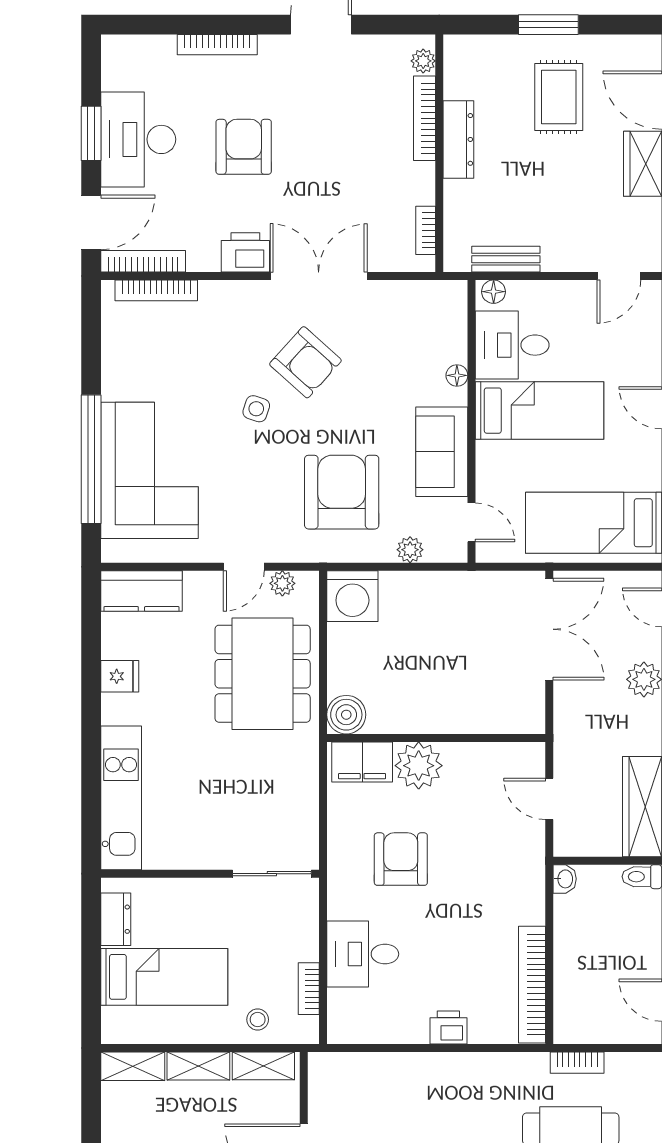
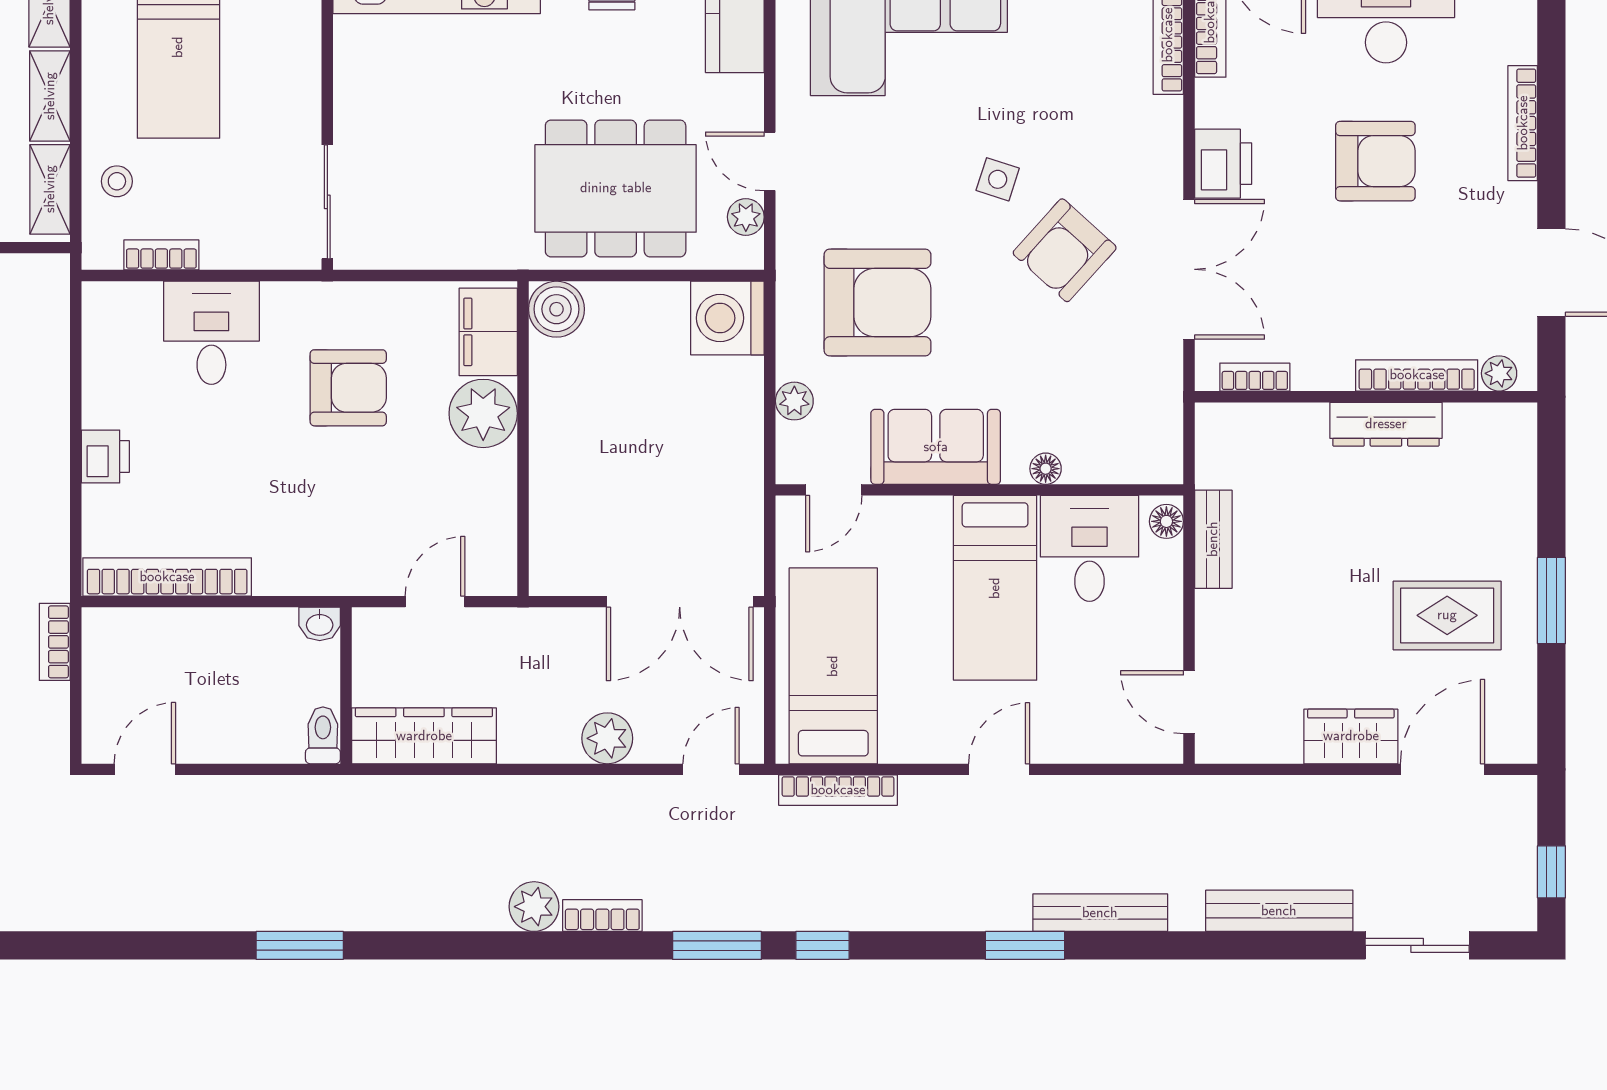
plant: (423, 61) -> (1499, 373), moved
bookcase: (425, 118) -> (1417, 375), moved
dresser: (458, 139) -> (1386, 424), moved
wall: (439, 153) -> (1366, 397), moved
bookcase: (426, 230) -> (1255, 377), moved

